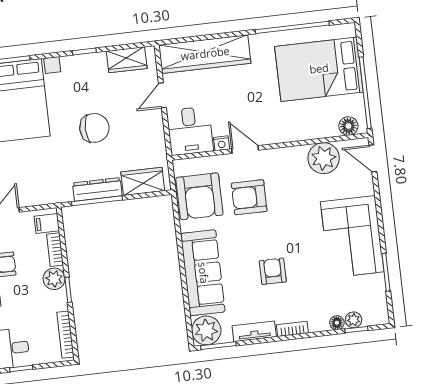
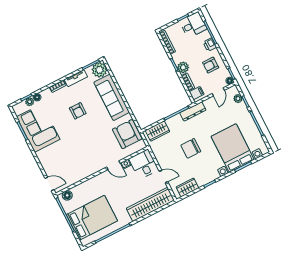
door: (162, 95) -> (164, 177), hinge flipped
plant: (324, 158) -> (73, 175), removed
dresser: (97, 189) -> (193, 111), moved
armchair: (249, 197) -> (103, 143), removed
corner sofa: (352, 237) -> (38, 128), moved

